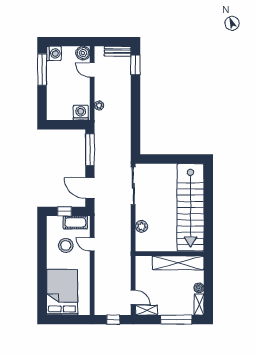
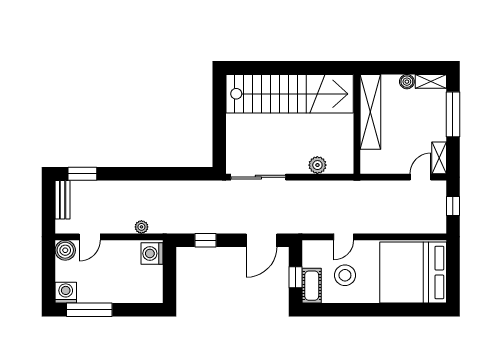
window: (90, 150) -> (206, 240), width x0.46
cot: (75, 222) -> (312, 286), moved
bed: (62, 292) -> (413, 273), width x1.36

